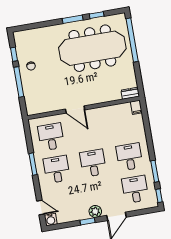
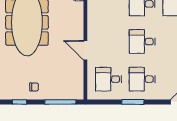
window: (19, 82) -> (60, 102), moved
door: (75, 109) -> (85, 50), swing flipped

